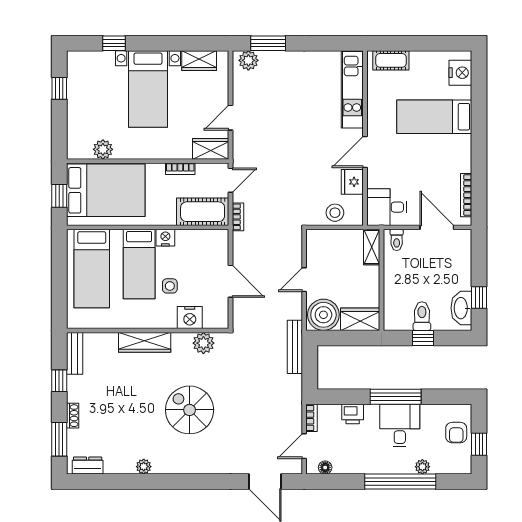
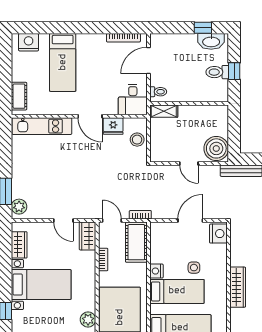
nightstand: (190, 317) -> (218, 234), moved
wardrobe: (360, 319) -> (220, 120), removed
plant: (203, 343) -> (238, 242), removed

